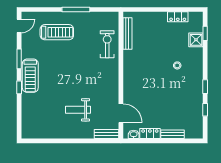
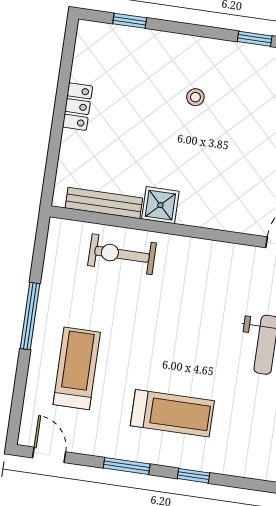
locker: (178, 17) -> (78, 107), moved
shower: (196, 40) -> (160, 205), moved
treadmill: (30, 76) -> (172, 413), moved

